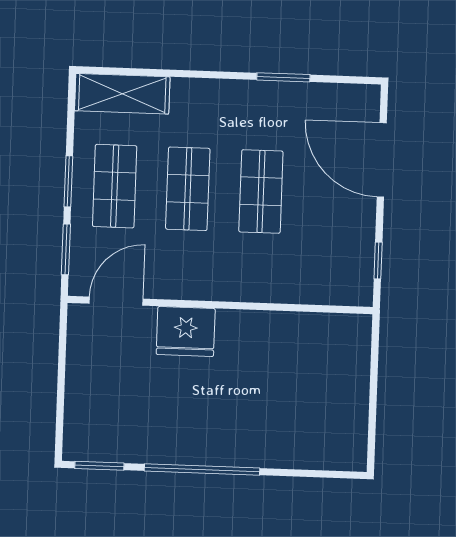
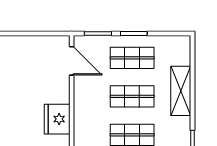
shelving: (122, 94) -> (181, 91), moved
fridge: (186, 331) -> (57, 119), moved

